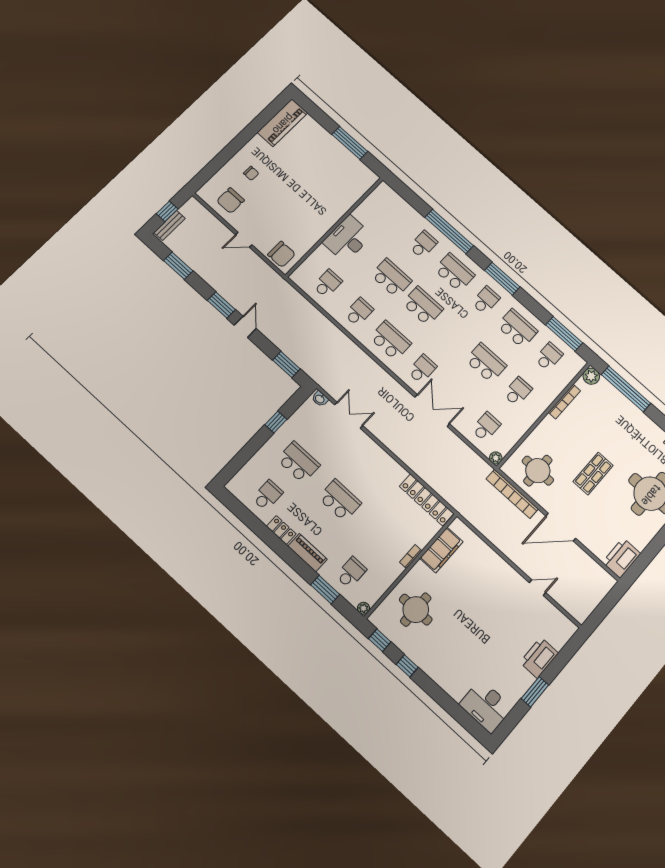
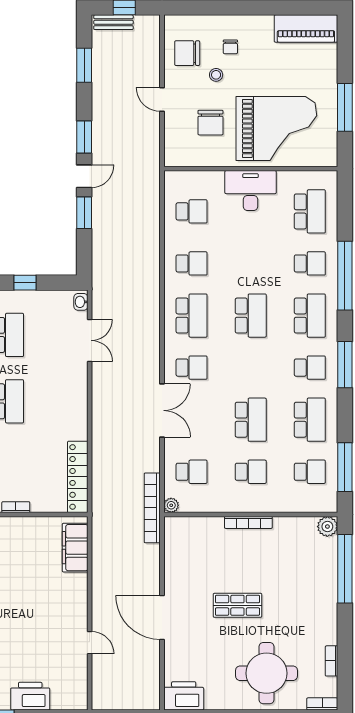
grand piano: (325, 191) -> (276, 128), added
stool: (260, 196) -> (216, 75), added
chair: (282, 254) -> (210, 123), moved
school desk: (391, 278) -> (310, 211), moved
window: (286, 365) -> (84, 213), moved
bookcase: (564, 402) -> (248, 522), moved
round table: (538, 471) -> (194, 553), removed
bookcase: (512, 494) -> (152, 508), moved
filing cabinet: (441, 550) -> (75, 548), moved, turned 90

